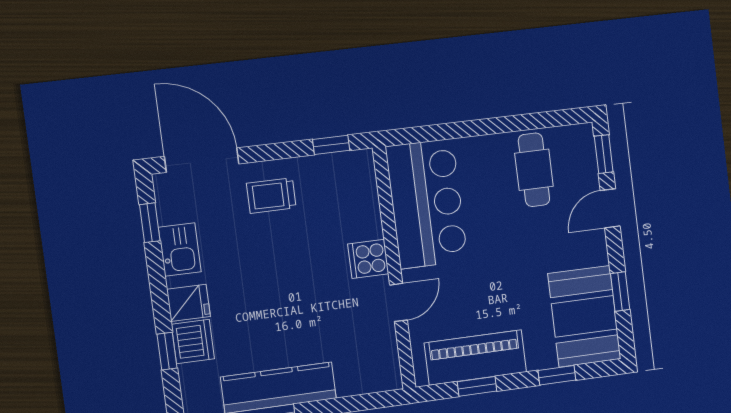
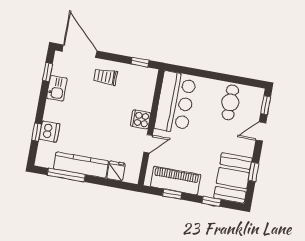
fridge: (188, 303) -> (116, 171), moved, turned -90

